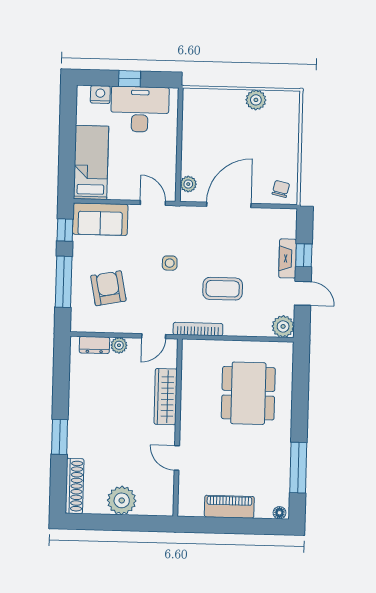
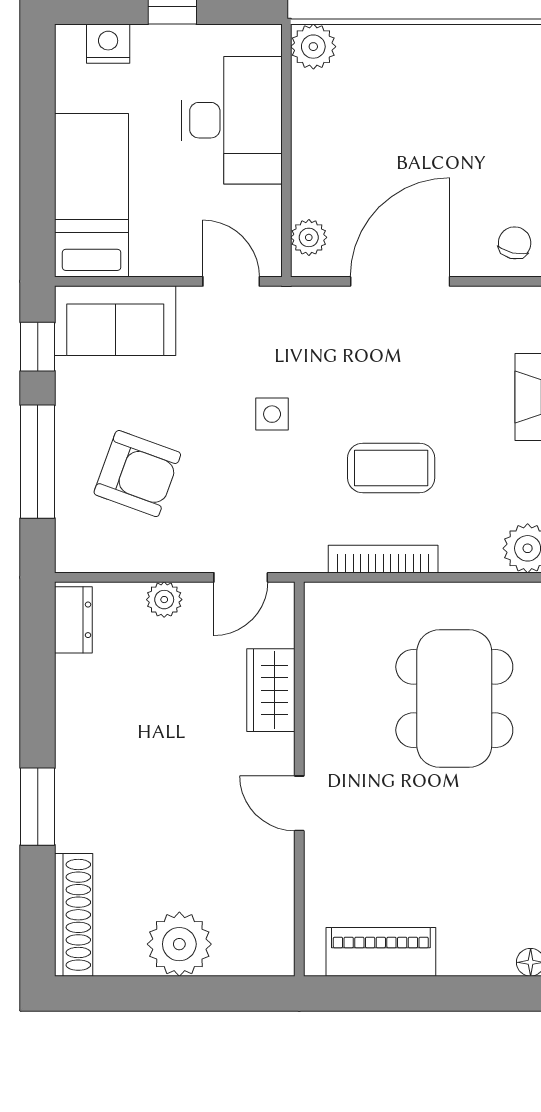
plant: (256, 100) -> (313, 47), moved
desk: (140, 109) -> (232, 120), moved, turned 90
armchair: (108, 288) -> (137, 474), turned 121
bookcase: (198, 329) -> (383, 559), moved
dresser: (94, 345) -> (73, 620), moved, turned -90
wardrobe: (166, 397) -> (271, 690), width x0.67
door: (177, 458) -> (299, 803), moved
piano: (229, 507) -> (381, 952), moved

